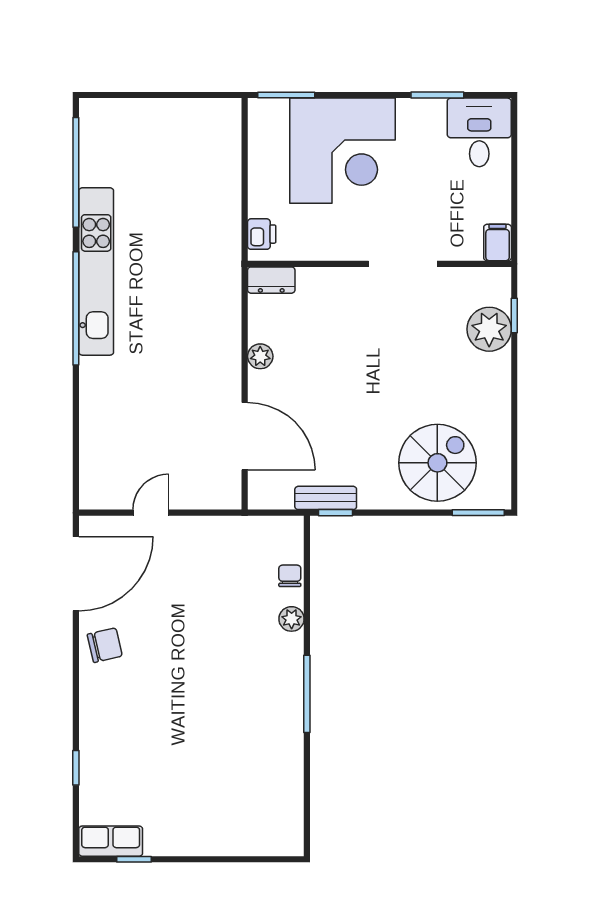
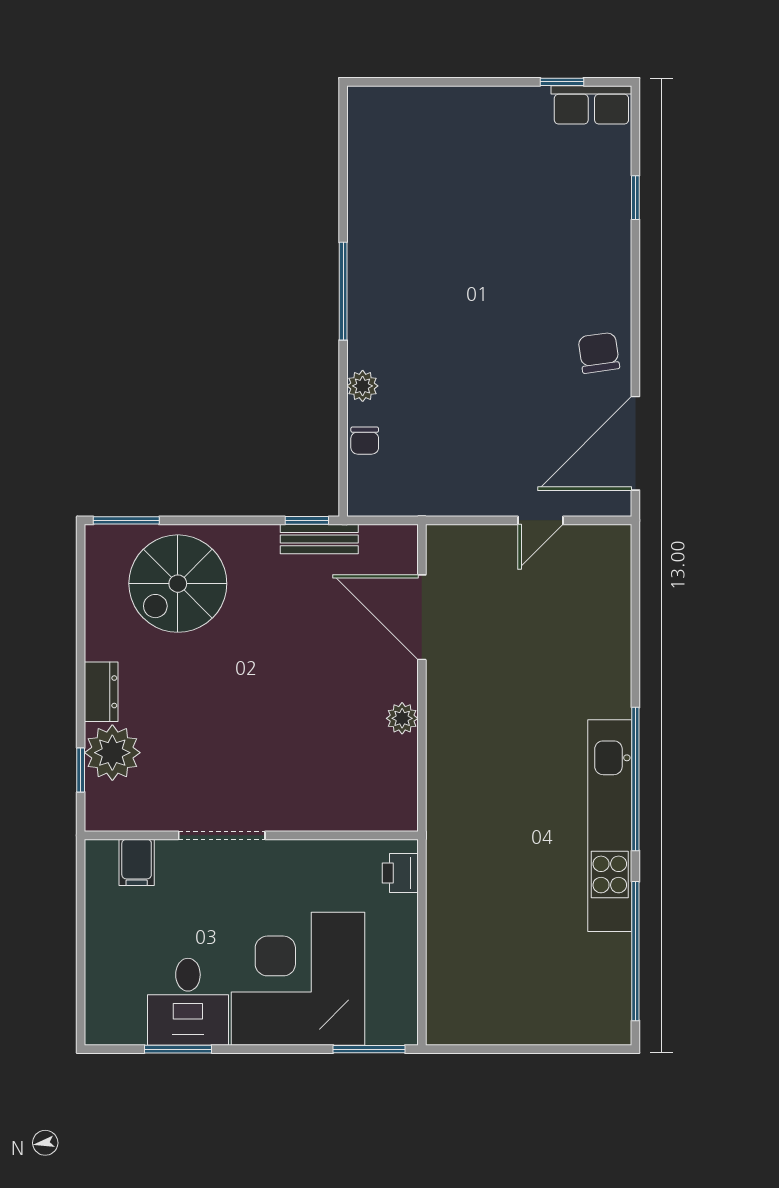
desk: (479, 132) -> (188, 1002), moved
filing cabinet: (498, 243) -> (137, 862), moved
dresser: (271, 280) -> (101, 692), moved, turned 90
chair: (105, 645) -> (599, 353), turned 95

